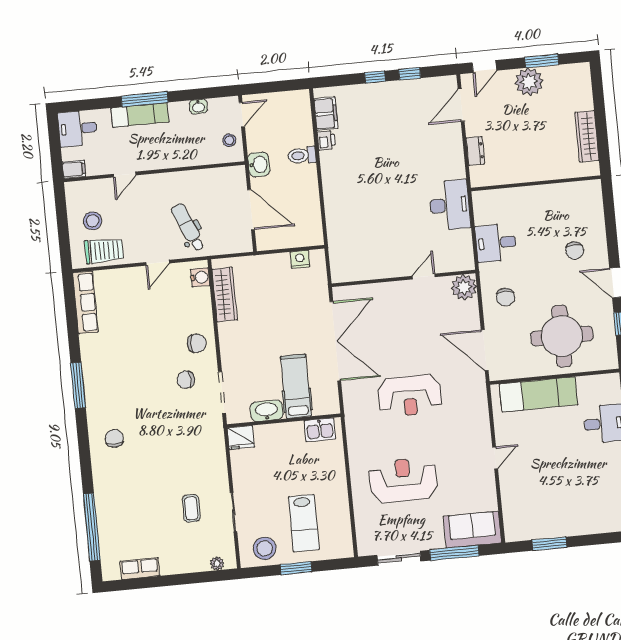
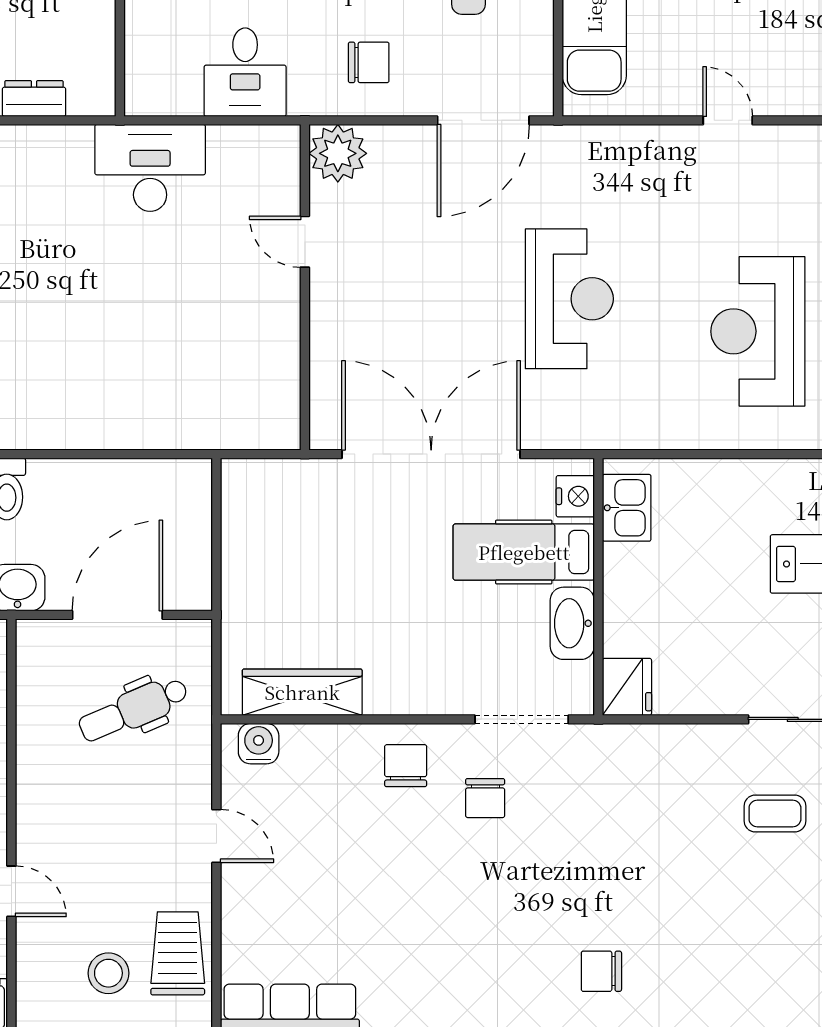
dental chair: (188, 227) -> (133, 709), moved
nightstand: (300, 259) -> (575, 496), moved, turned 180

